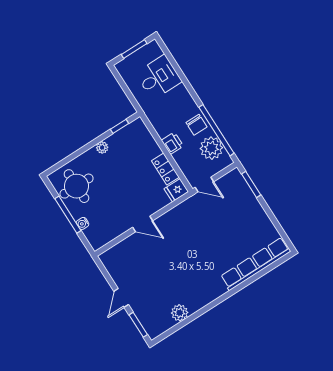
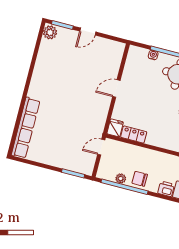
printer: (172, 143) -> (166, 189), moved, turned 180
plant: (211, 148) -> (121, 179), width x0.53, depth x0.53
door: (121, 298) -> (88, 32), swing flipped
plant: (180, 313) -> (50, 32), moved

